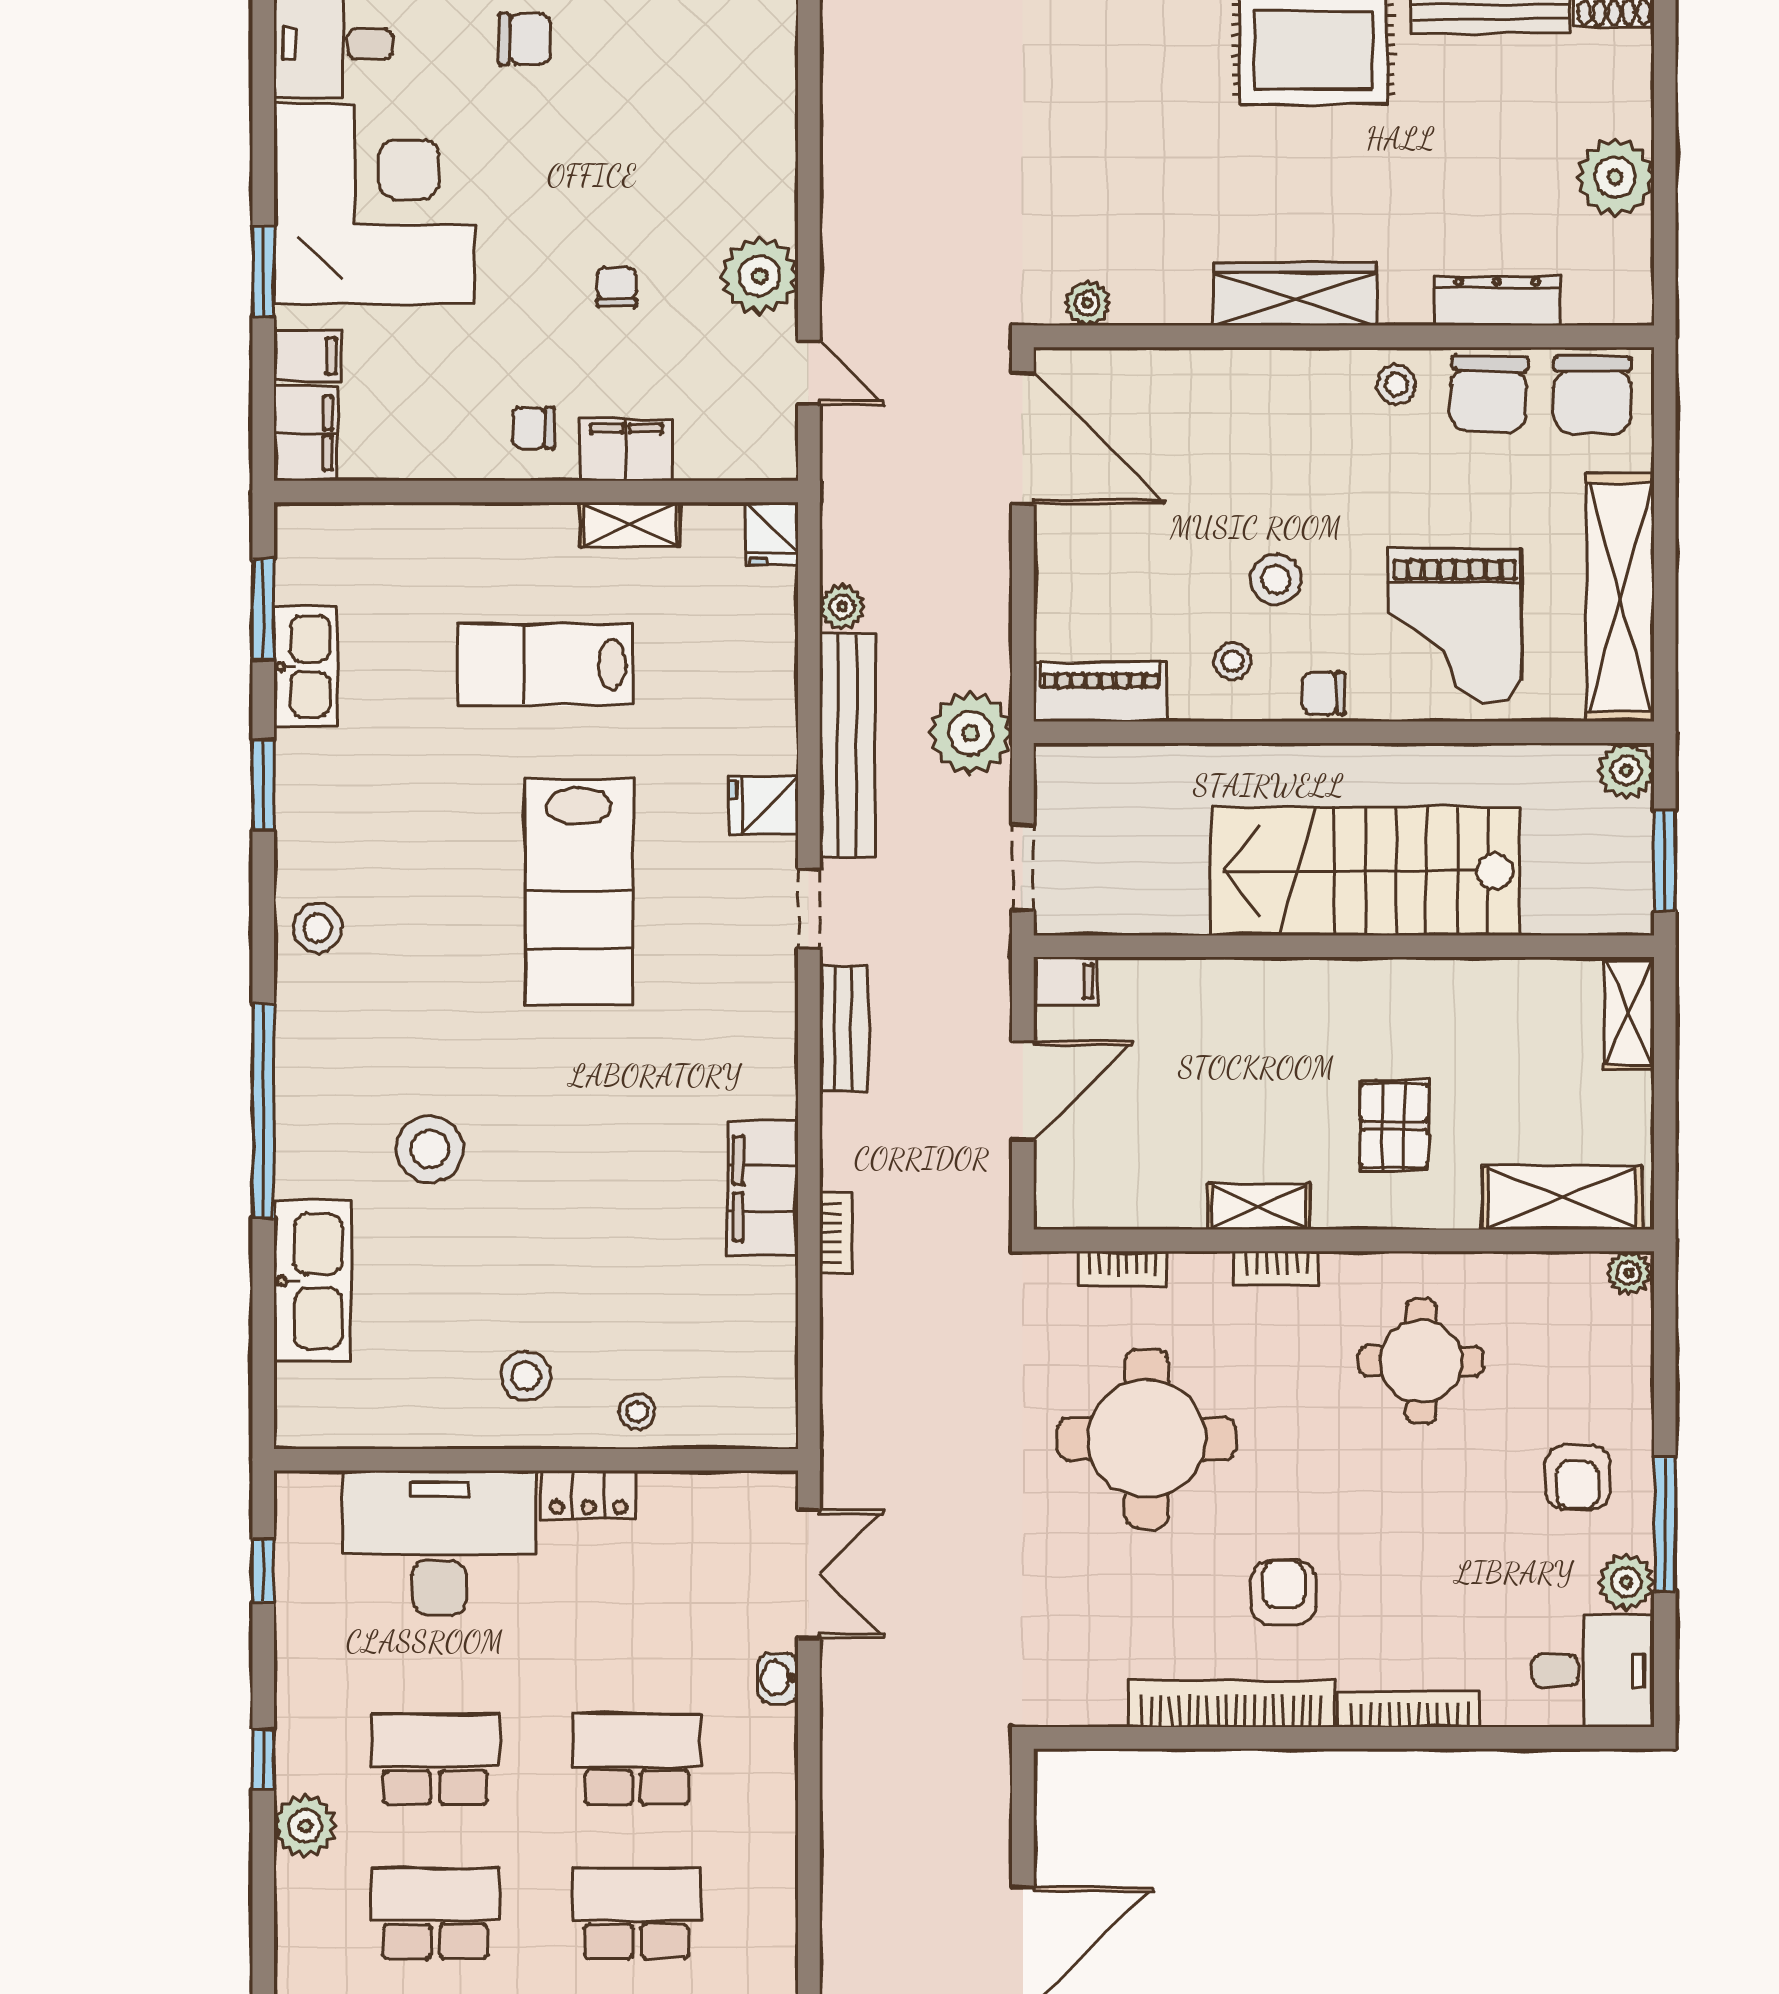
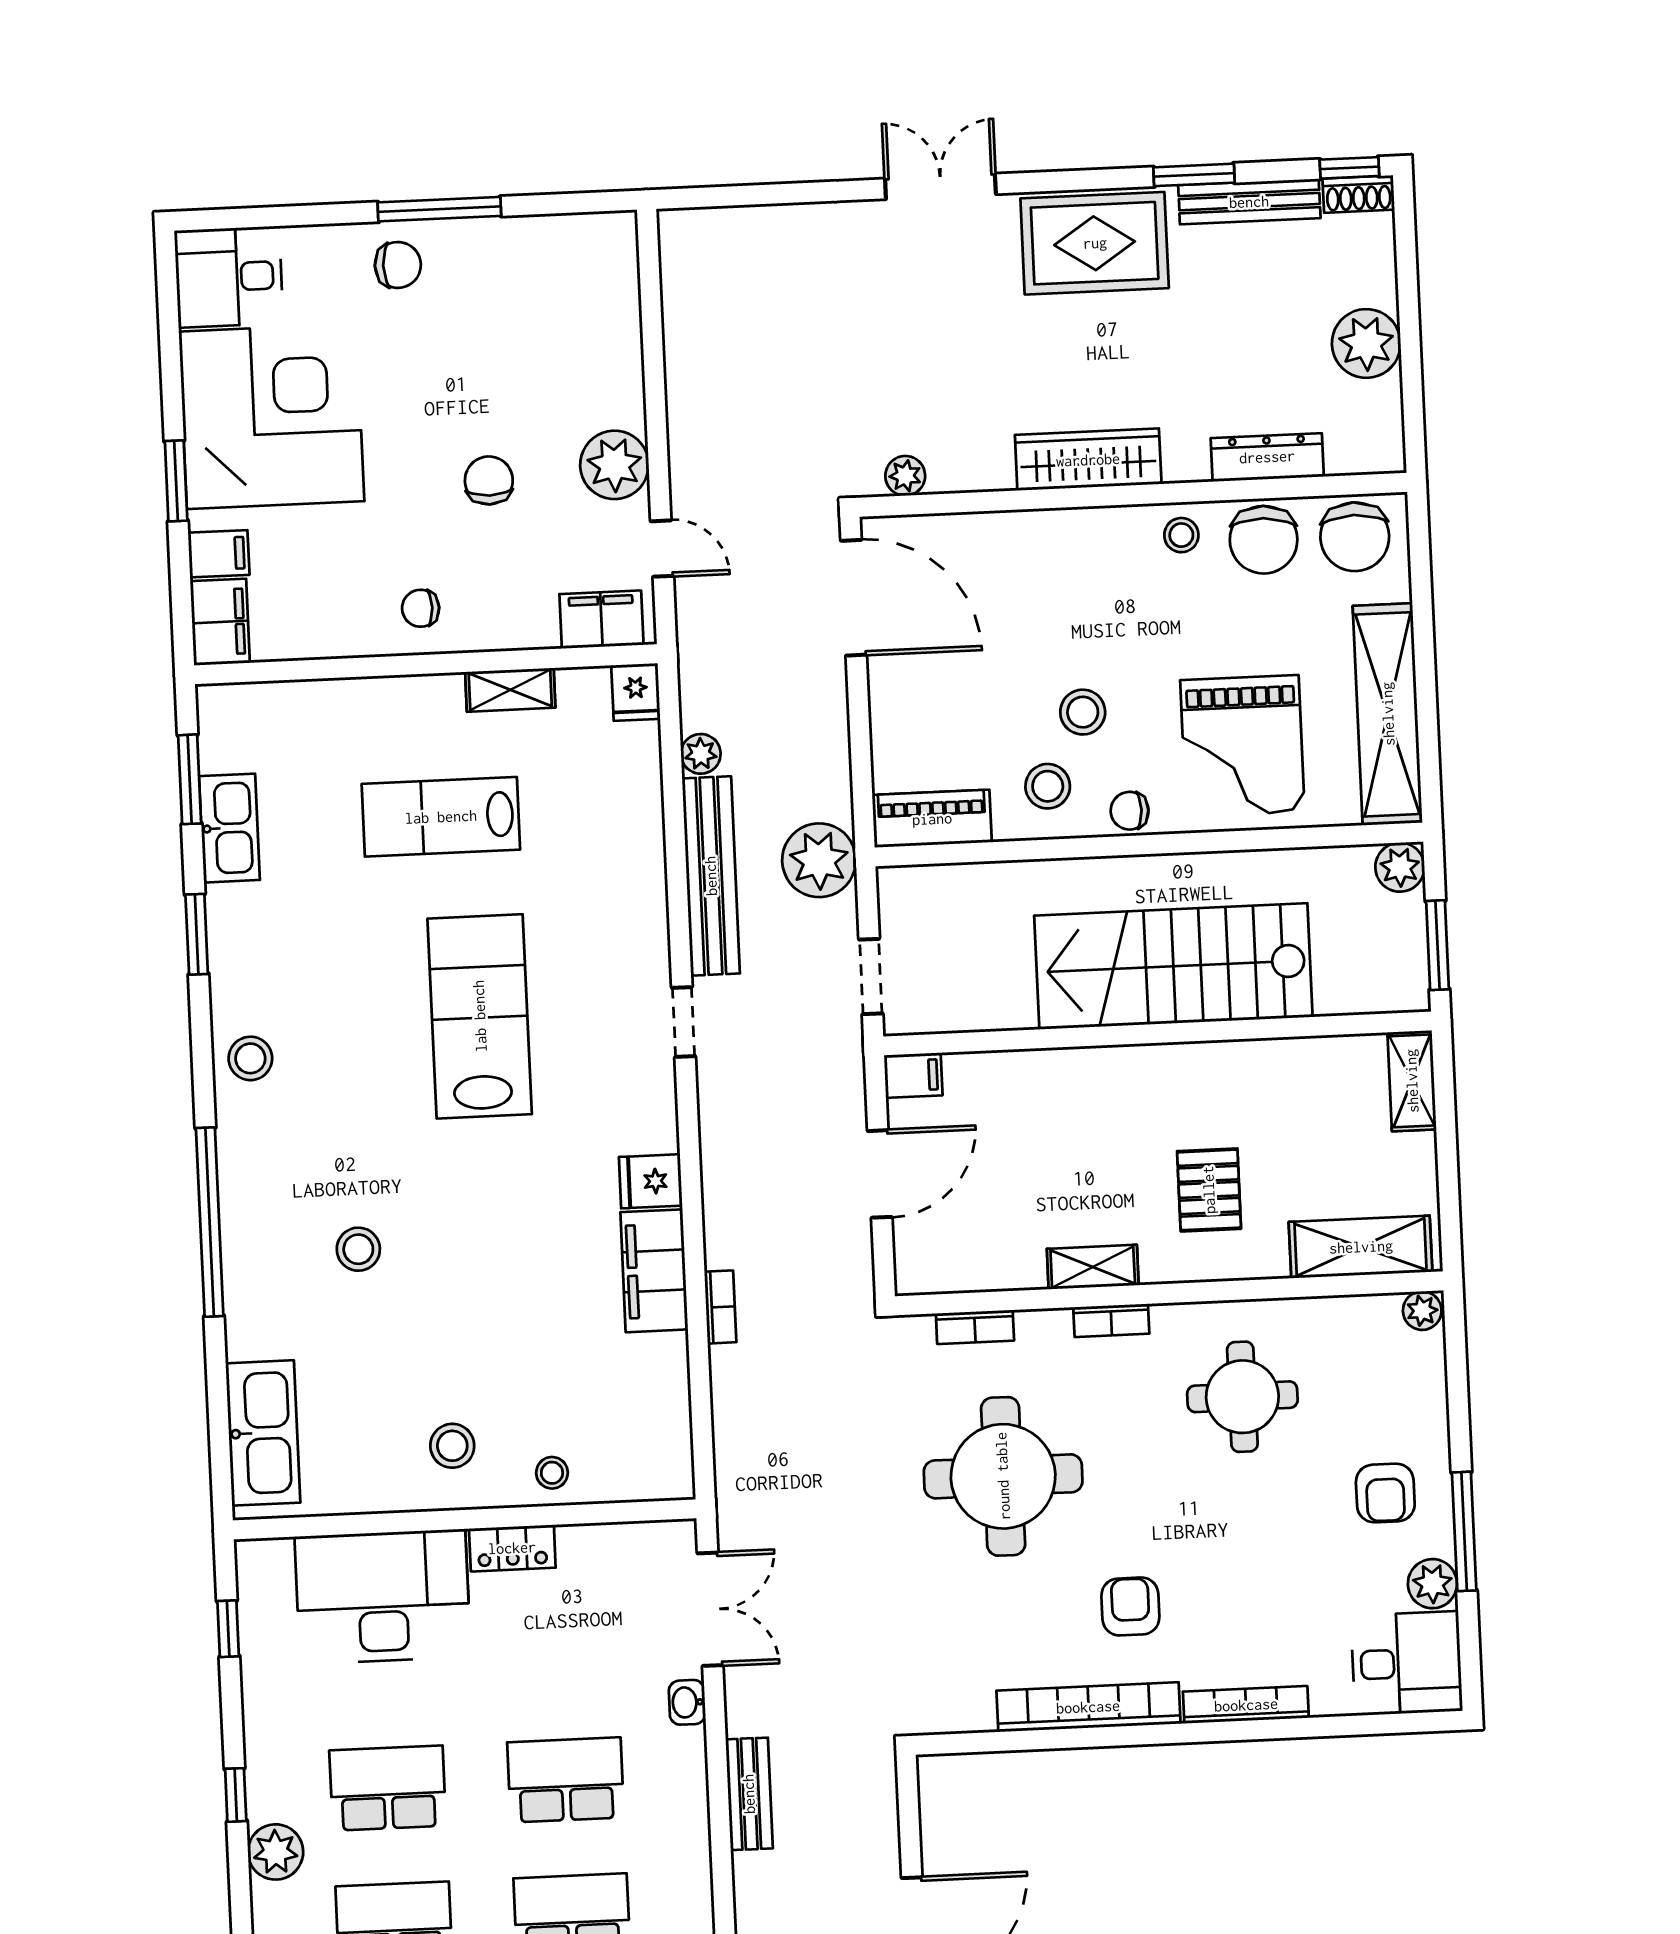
chair: (617, 287) -> (489, 480), width x1.37, depth x1.37
filing cabinet: (626, 450) -> (601, 620), moved
stool: (1232, 661) -> (1048, 786), width x1.37, depth x1.37
fridge: (763, 805) -> (651, 1181), moved
lab bench: (579, 892) -> (480, 1016), turned 180
bench: (844, 1028) -> (749, 1794), moved
stool: (430, 1149) -> (358, 1249), width x0.73, depth x0.73
kitchen sink: (313, 1281) -> (263, 1433), moved

